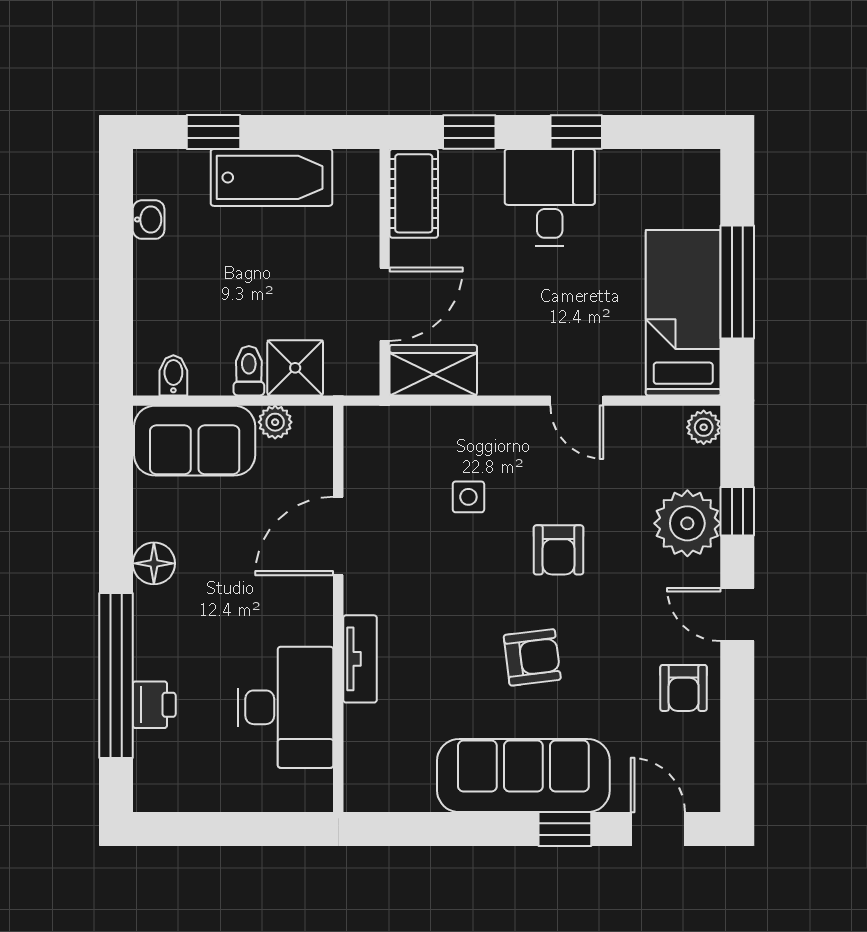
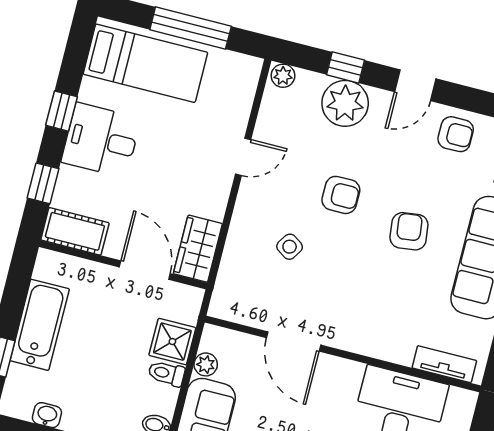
bed: (683, 313) -> (145, 63), moved, turned 180
side table: (468, 497) -> (290, 247), turned 34
tv unit: (360, 659) -> (444, 364), moved

